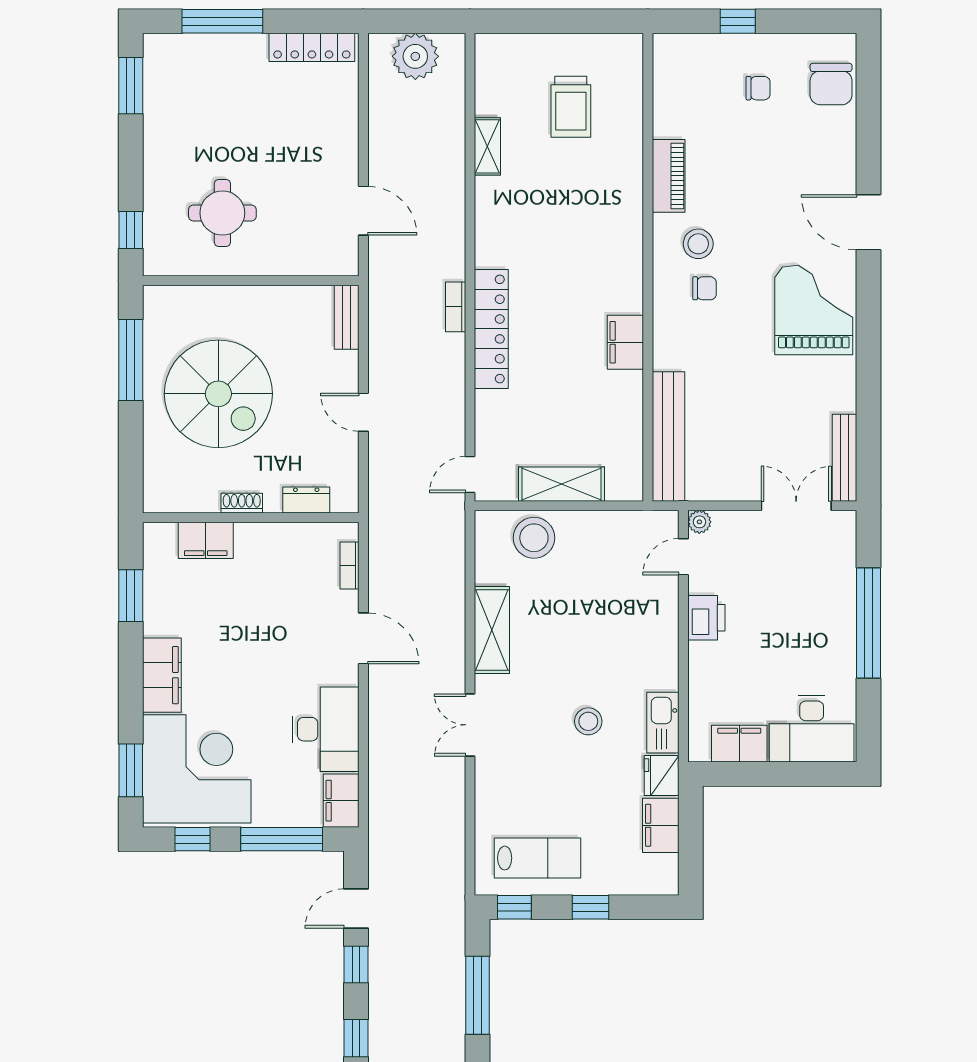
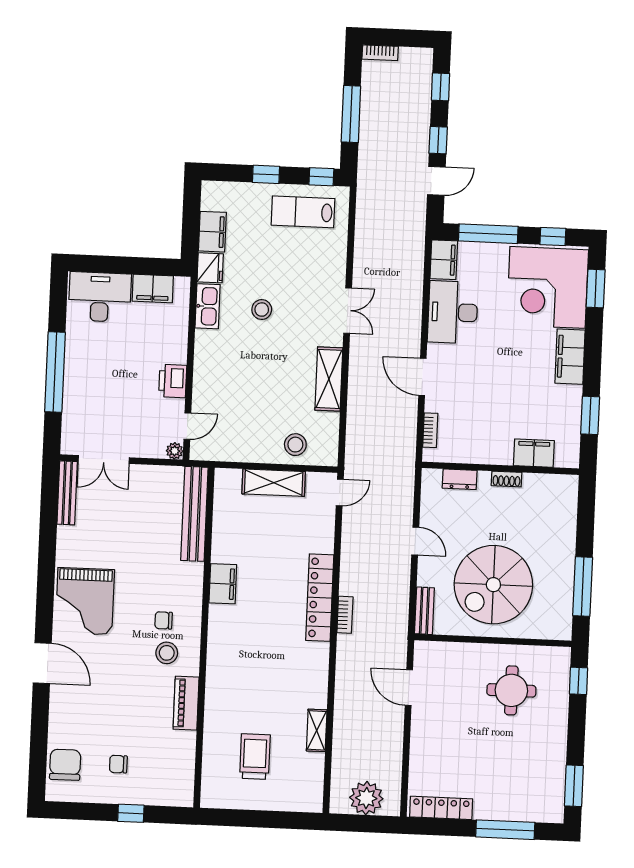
spiral stairs: (218, 394) -> (493, 585), moved, turned -90
stool: (534, 538) -> (295, 445), width x0.73, depth x0.73

